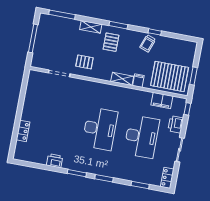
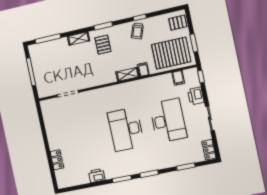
pallet: (84, 62) -> (178, 23), moved
filing cabinet: (162, 101) -> (178, 78), width x0.50
desk: (100, 129) -> (126, 129), turned 180

